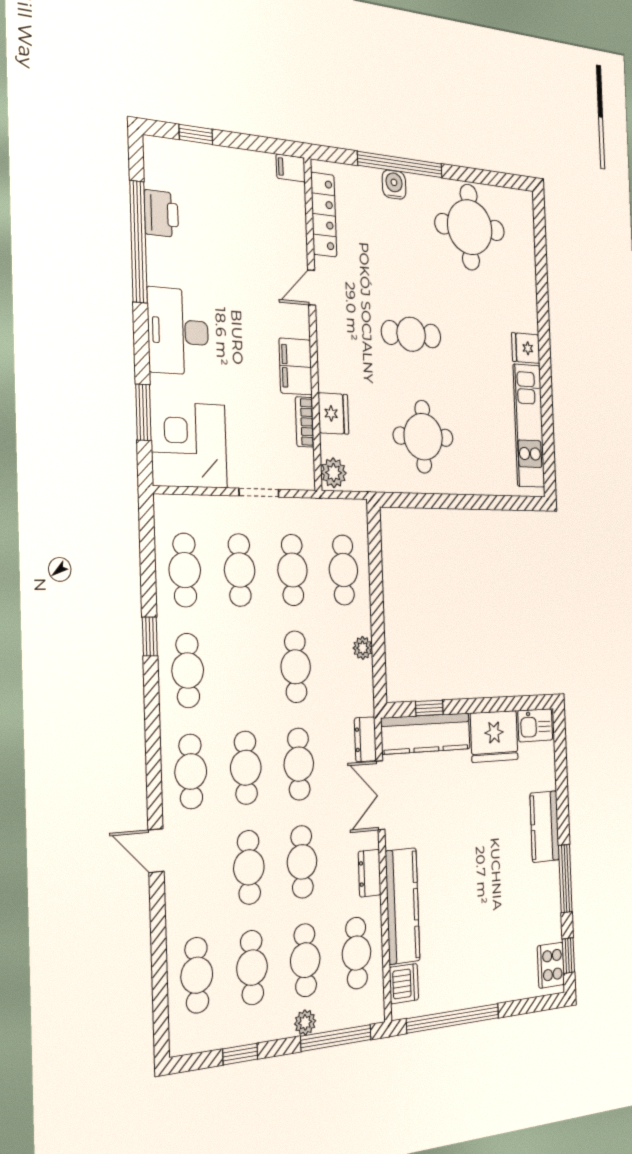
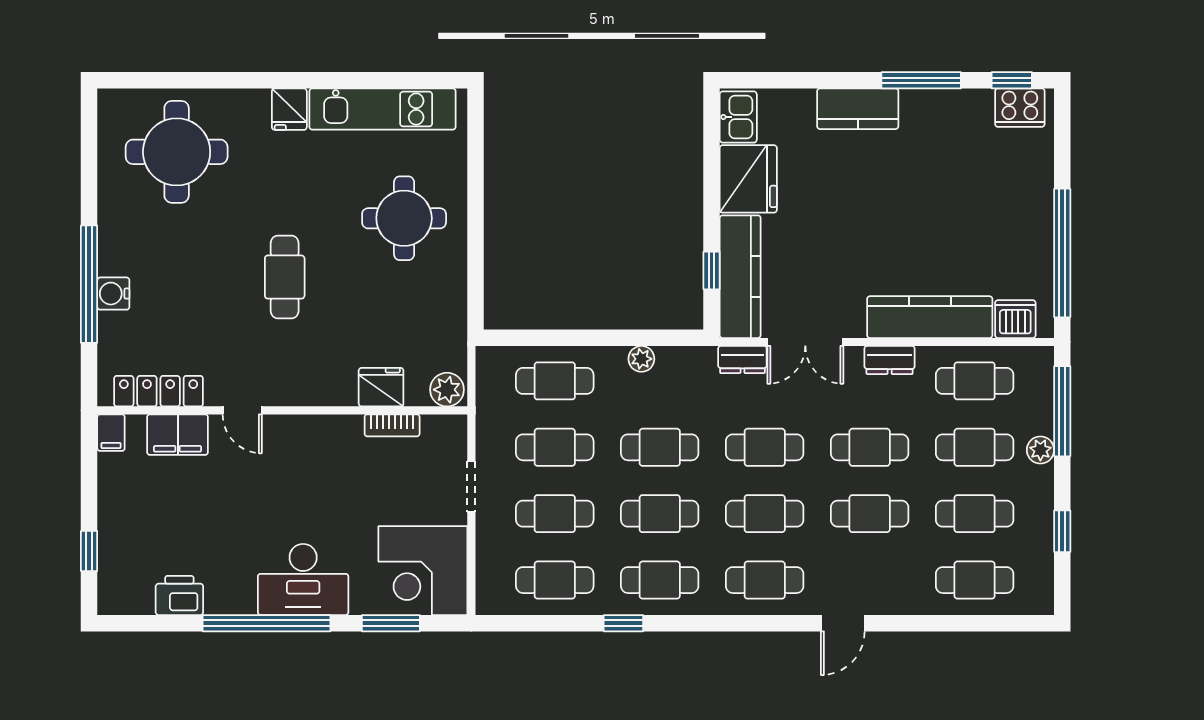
round table: (470, 227) -> (177, 152), moved
window: (138, 242) -> (267, 623), moved
filing cabinet: (296, 366) -> (178, 435), moved
round table: (423, 437) -> (404, 218), moved
cafe table: (243, 669) -> (660, 514), added

